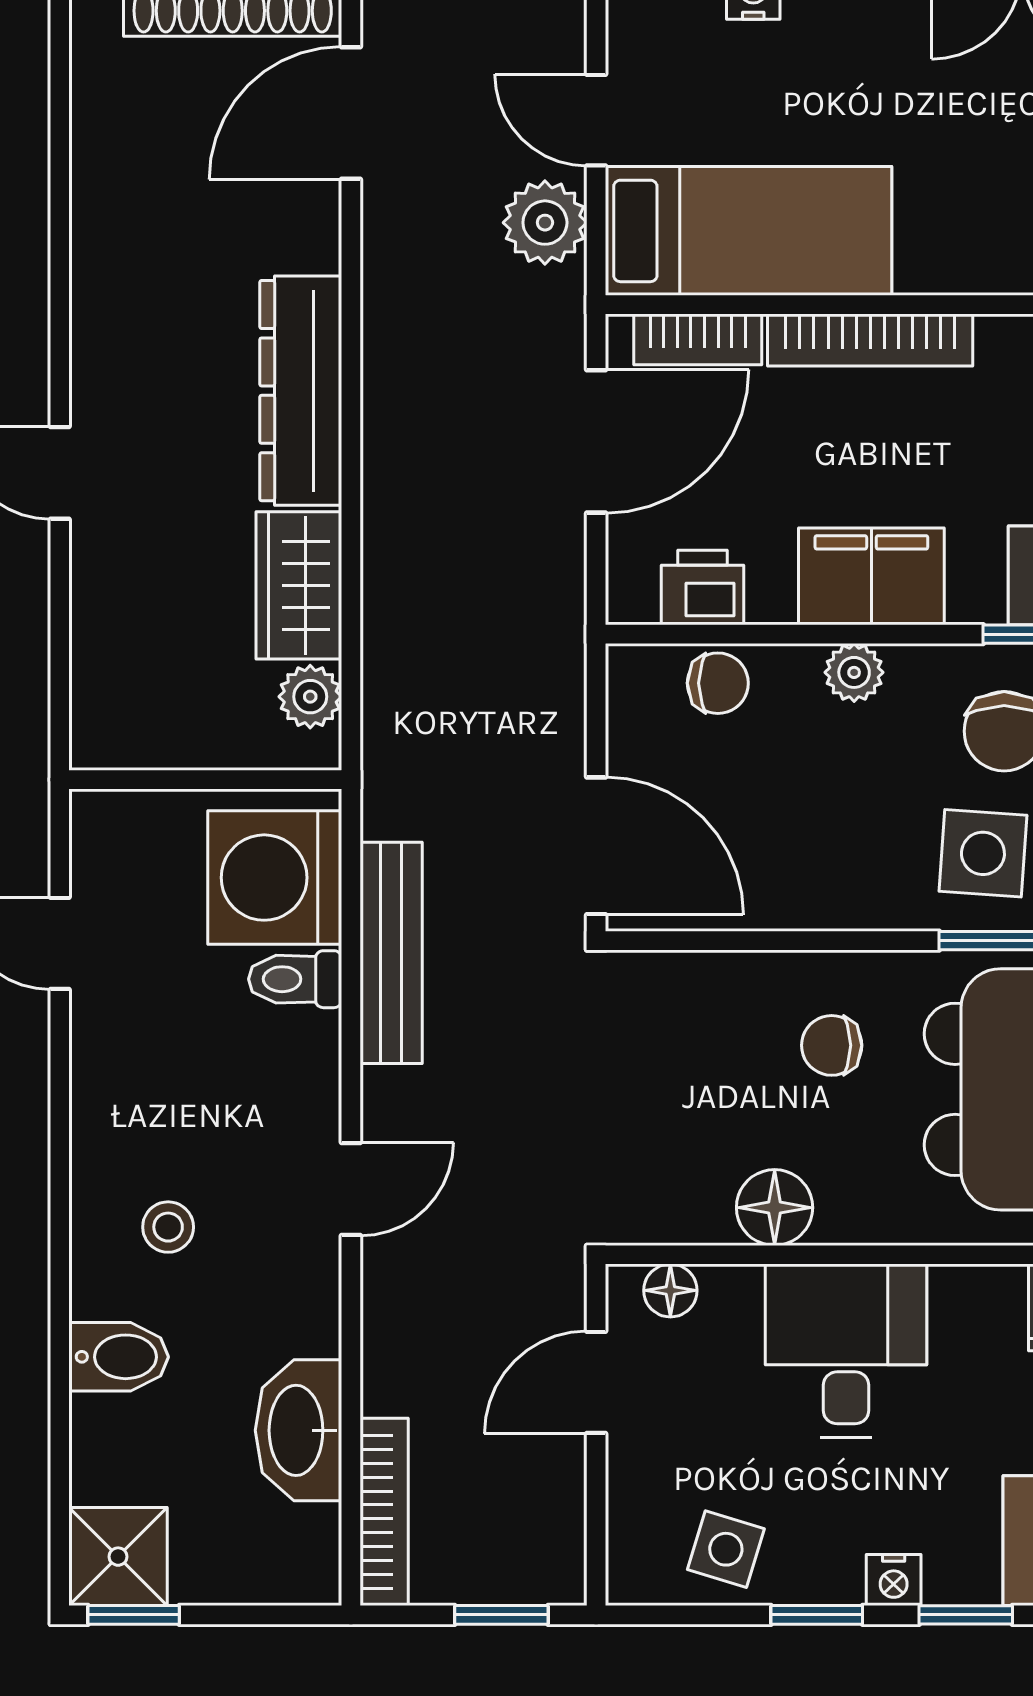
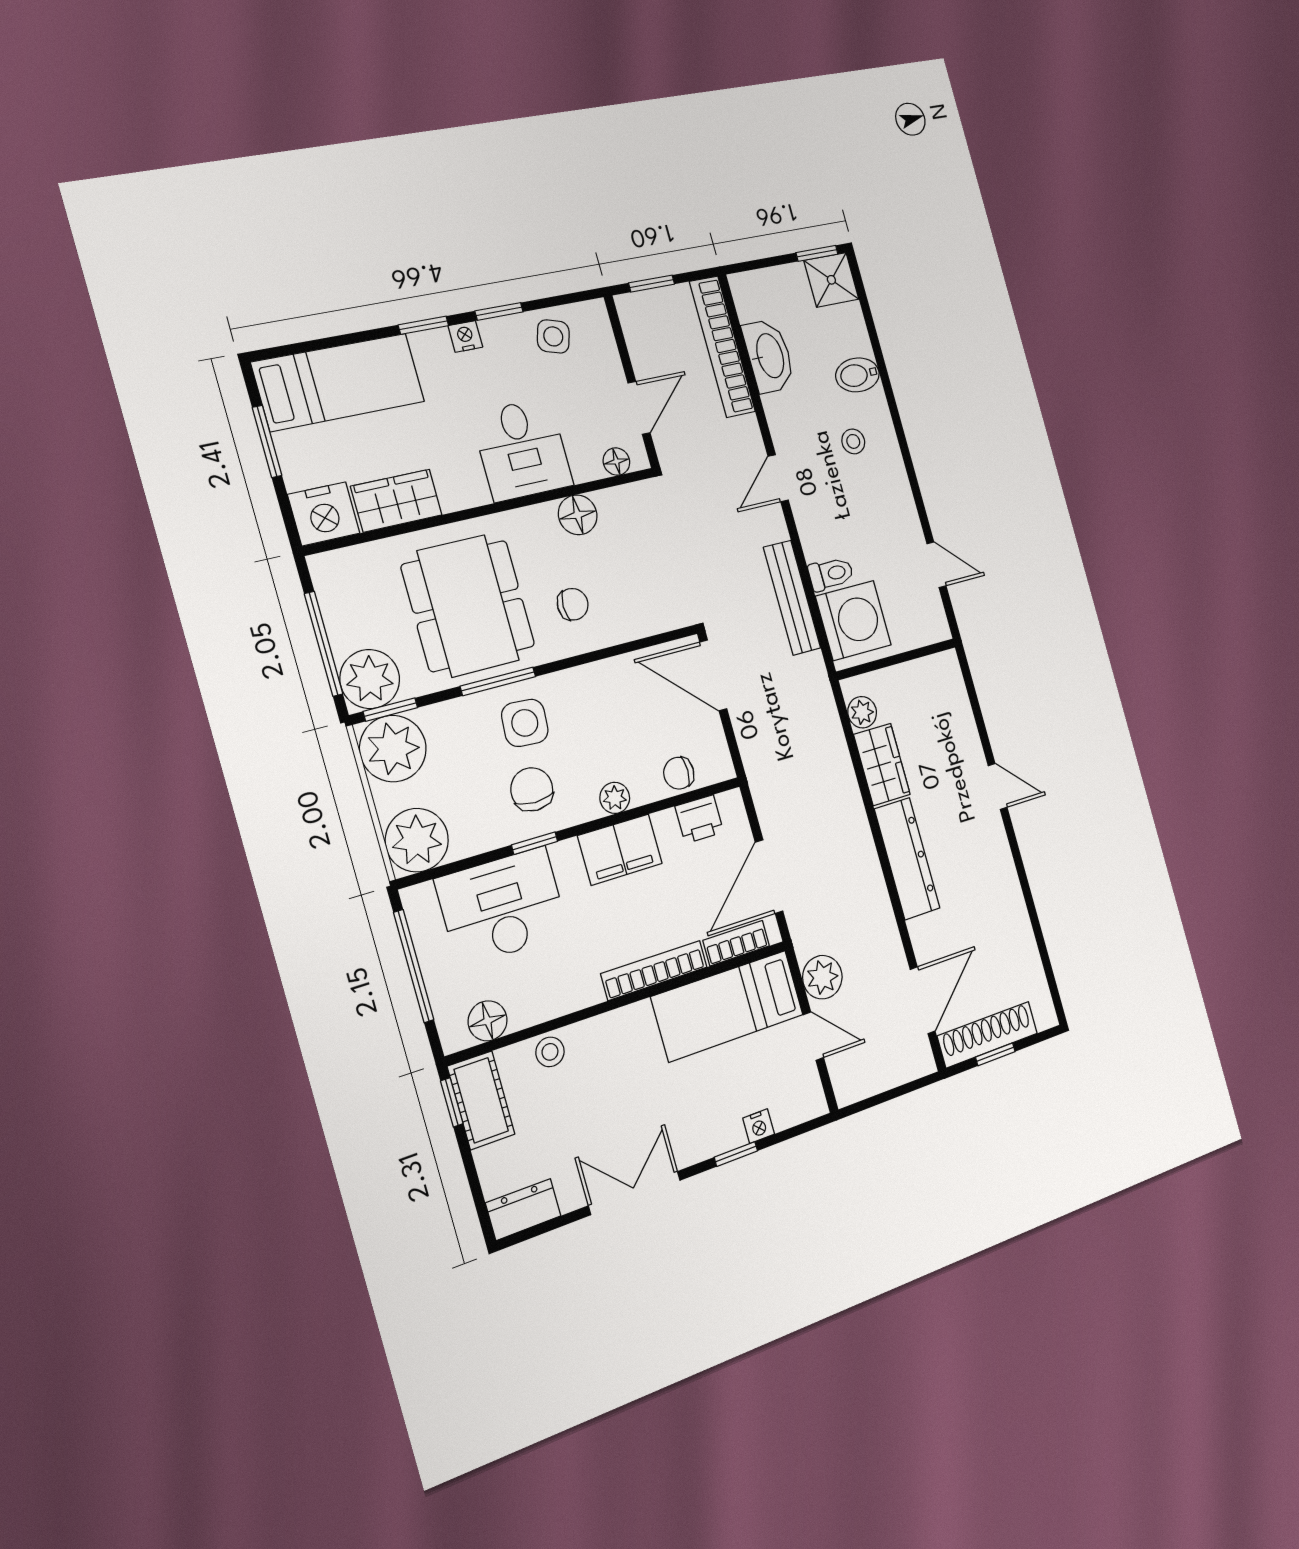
bookcase: (384, 1512) -> (722, 347), width x1.48, depth x1.31

